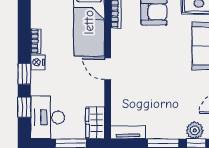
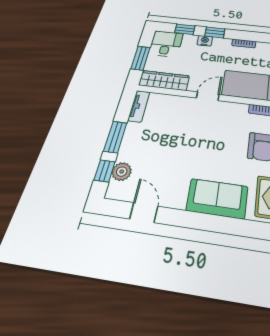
nightstand: (38, 62) -> (205, 41), moved
desk: (48, 117) -> (166, 44), width x0.73
wardrobe: (95, 123) -> (164, 80), width x1.50

